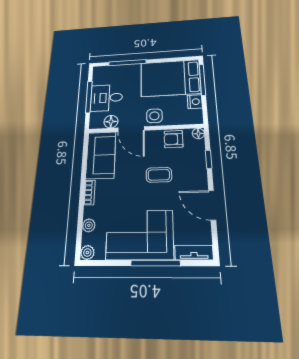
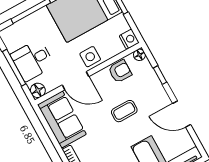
nightstand: (195, 102) -> (129, 39), moved
floor lamp: (111, 122) -> (38, 90), moved
armchair: (174, 139) -> (120, 71), turned 180

